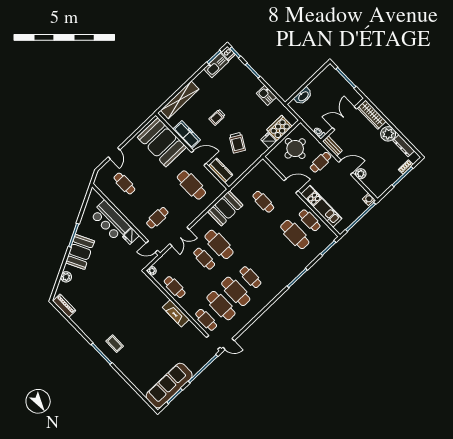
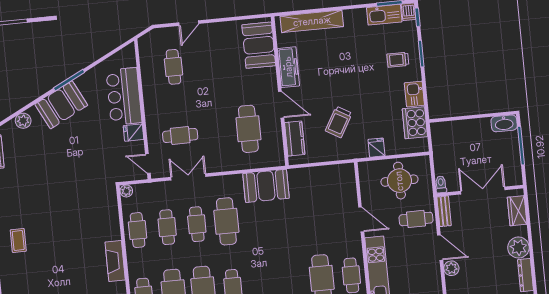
washbasin: (303, 96) -> (504, 123), moved
wardrobe: (372, 115) -> (517, 211), width x0.67
trolley: (217, 117) -> (398, 60), moved
cooker: (279, 128) -> (415, 123), moved, turned -90
booth: (162, 142) -> (259, 45), width x0.73, depth x0.70
cafe table: (263, 202) -> (167, 227), moved
double door: (179, 237) -> (188, 177), swing flipped

